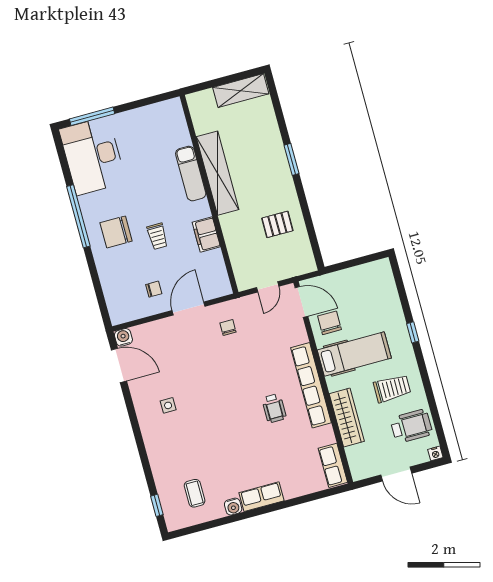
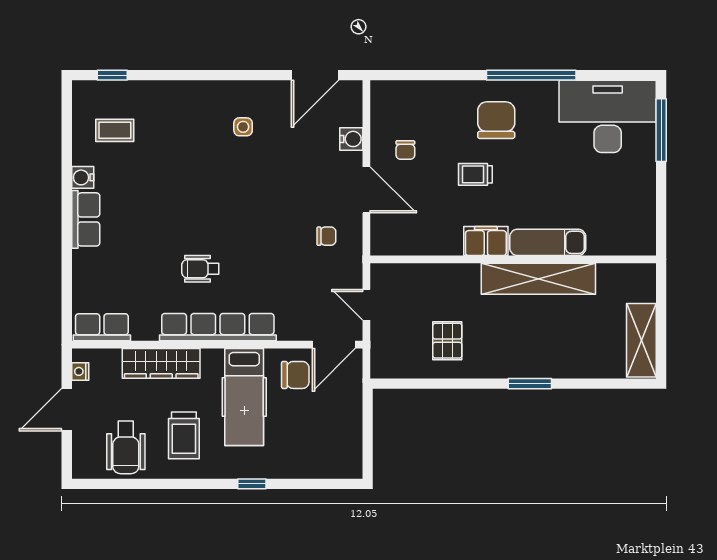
filing cabinet: (206, 234) -> (486, 241), moved
water cooler: (123, 337) -> (351, 139), moved
nightstand: (435, 453) -> (80, 371), moved

